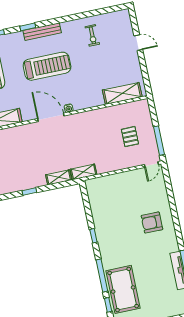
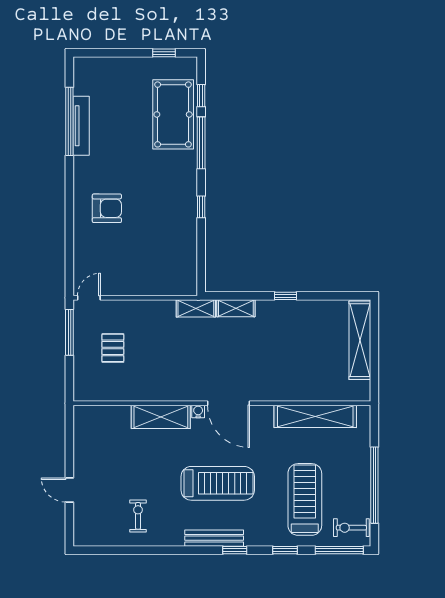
treadmill: (47, 66) -> (218, 483), turned 180
shelving: (122, 93) -> (161, 417), moved

